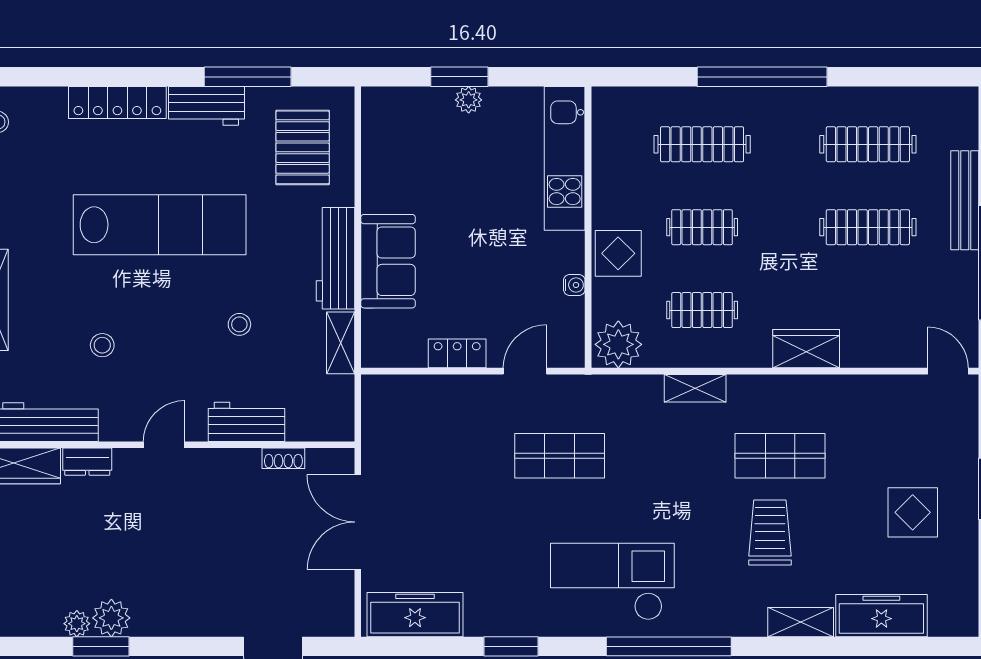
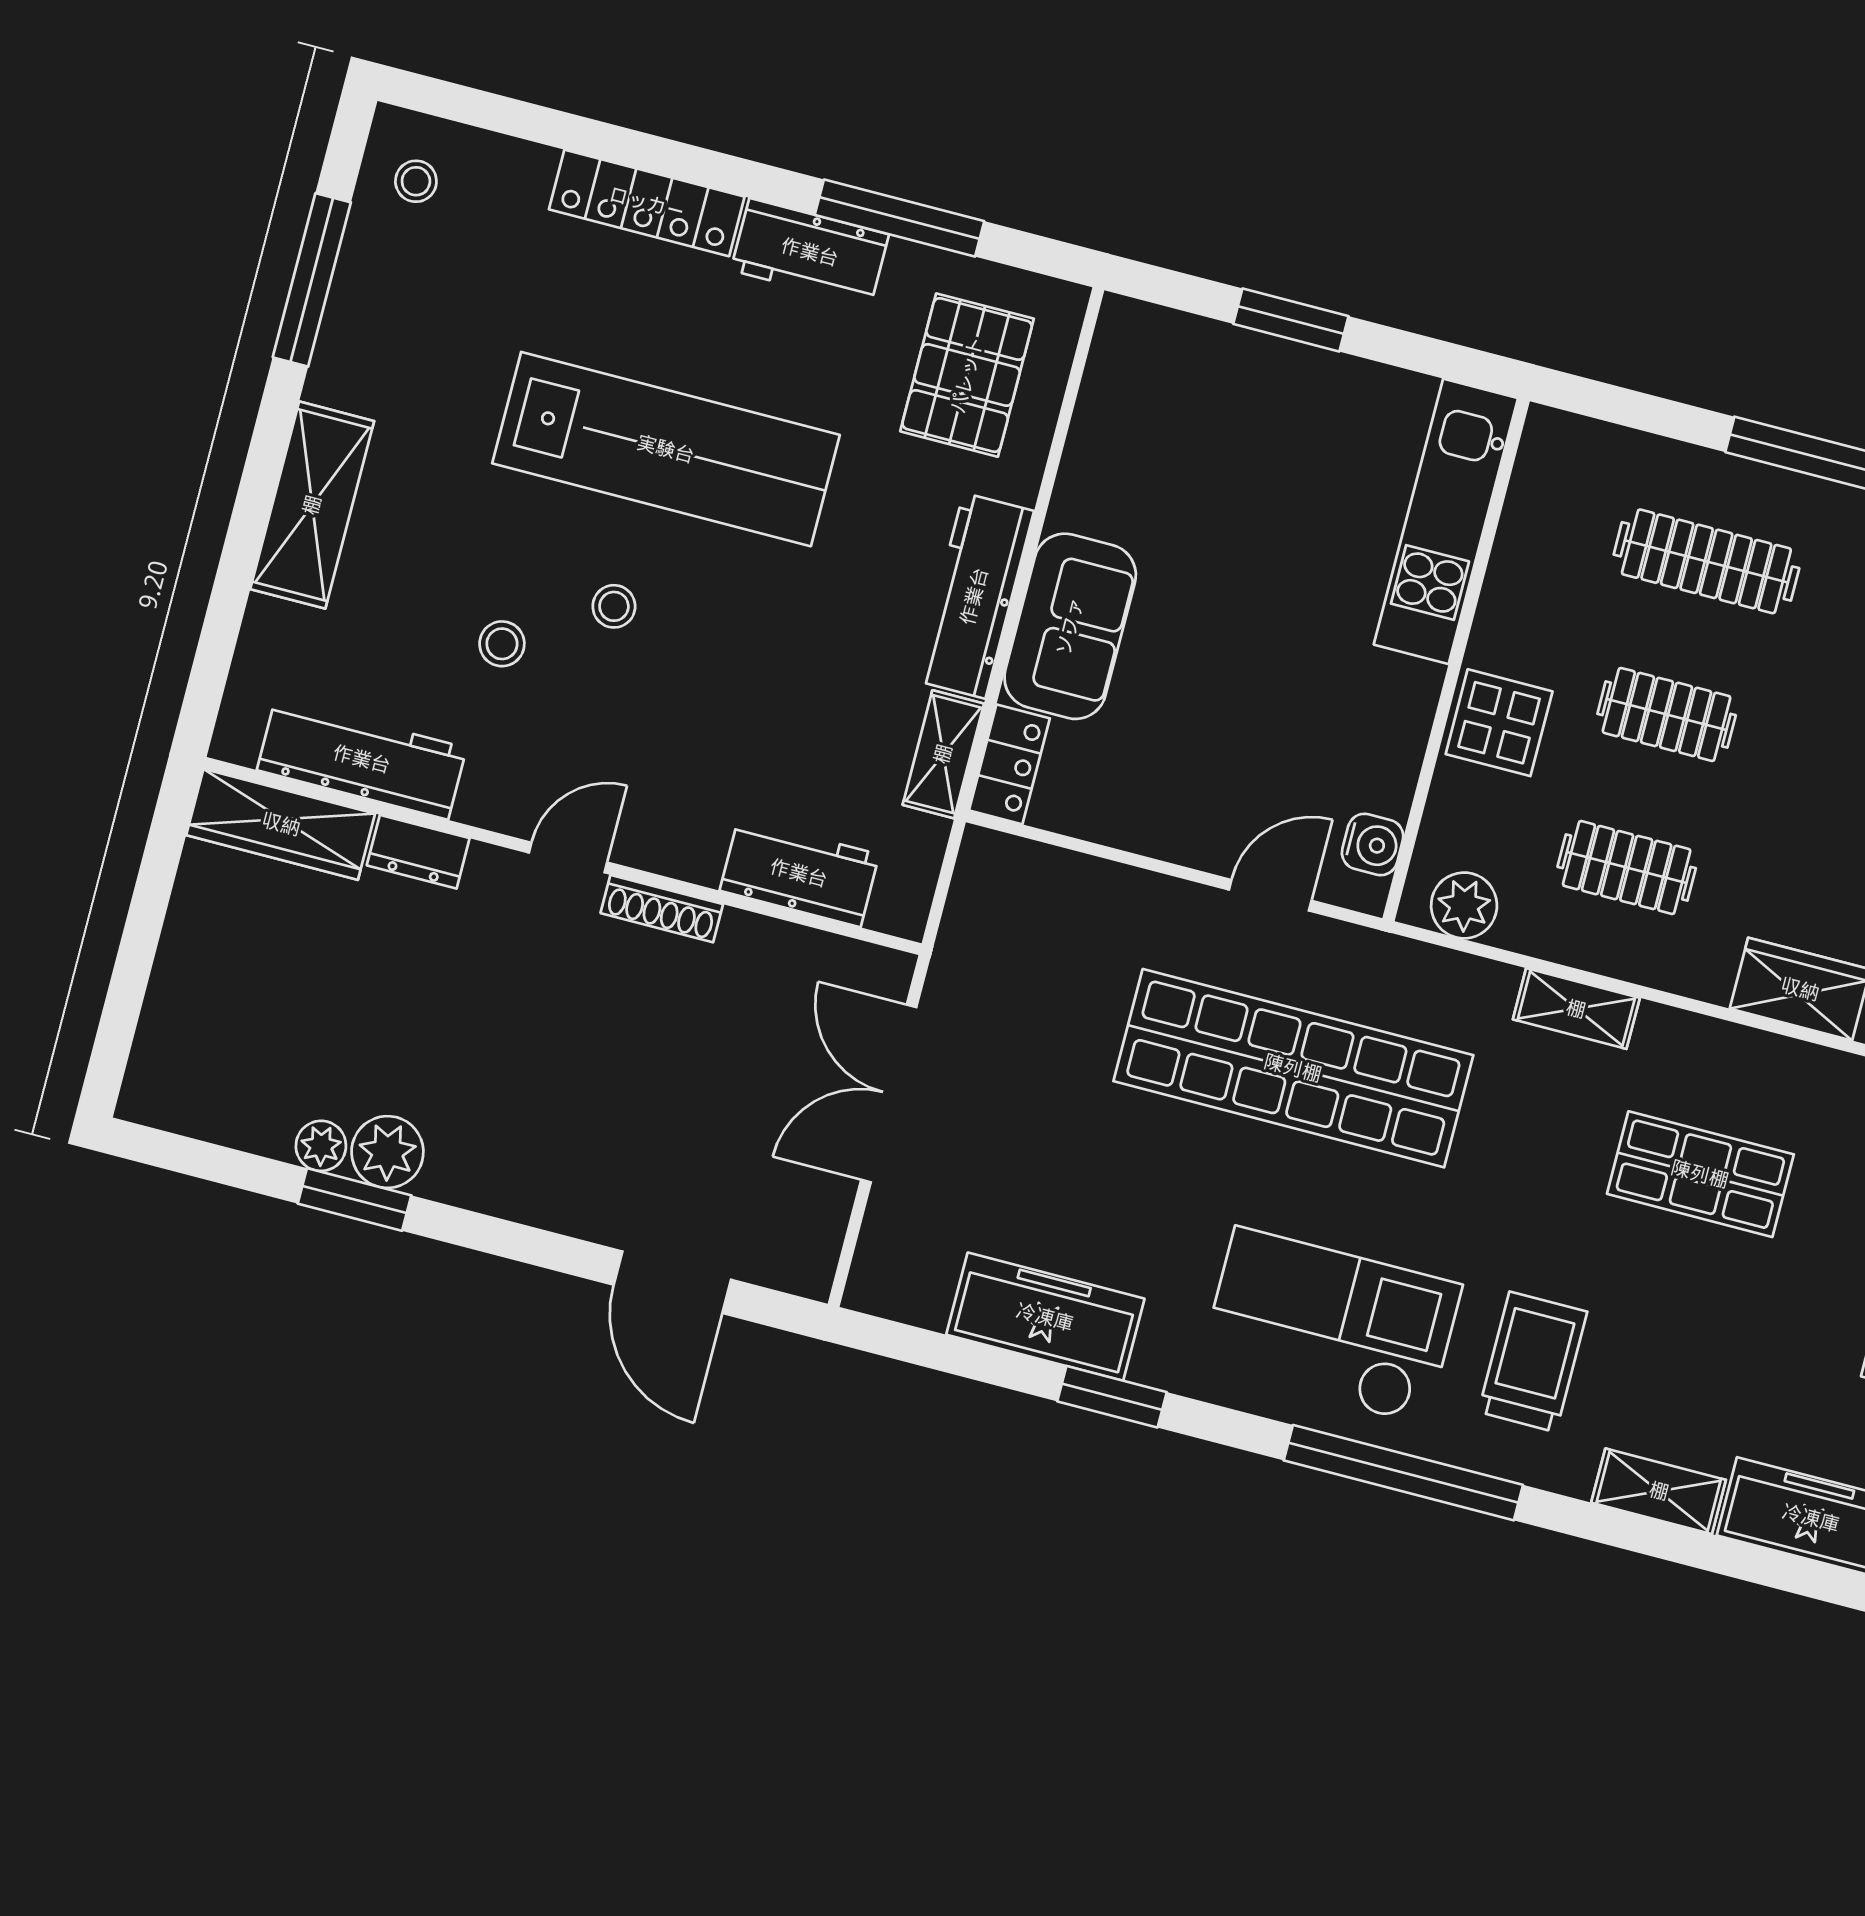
plant: (469, 100) -> (1297, 367), removed
water cooler: (574, 285) -> (1373, 844), moved, width x1.38, depth x1.38
stool: (239, 324) -> (614, 606), moved
plant: (618, 344) -> (1464, 905), width x0.73, depth x0.73
locker: (457, 353) -> (1009, 764), moved, turned 90
workbench: (246, 422) -> (799, 873), moved
shop shelf: (560, 456) -> (1293, 1068), width x2.00, depth x1.36
shoe rack: (283, 458) -> (662, 909), moved, width x1.43
trolley: (770, 533) -> (1533, 1362), moved
freezer: (415, 615) -> (1045, 1317), moved

